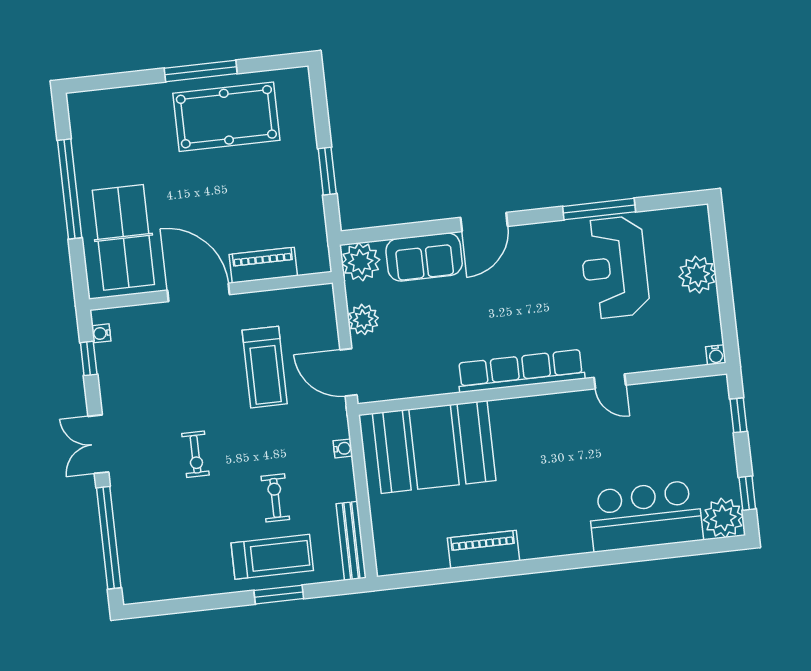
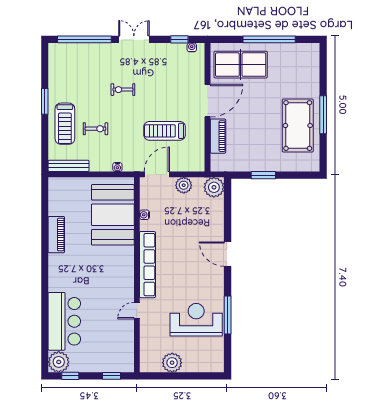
sofa: (424, 257) -> (213, 221), removed
plant: (697, 275) -> (172, 363), moved
water cooler: (716, 355) -> (144, 215), moved
window: (279, 595) -> (45, 101), moved

